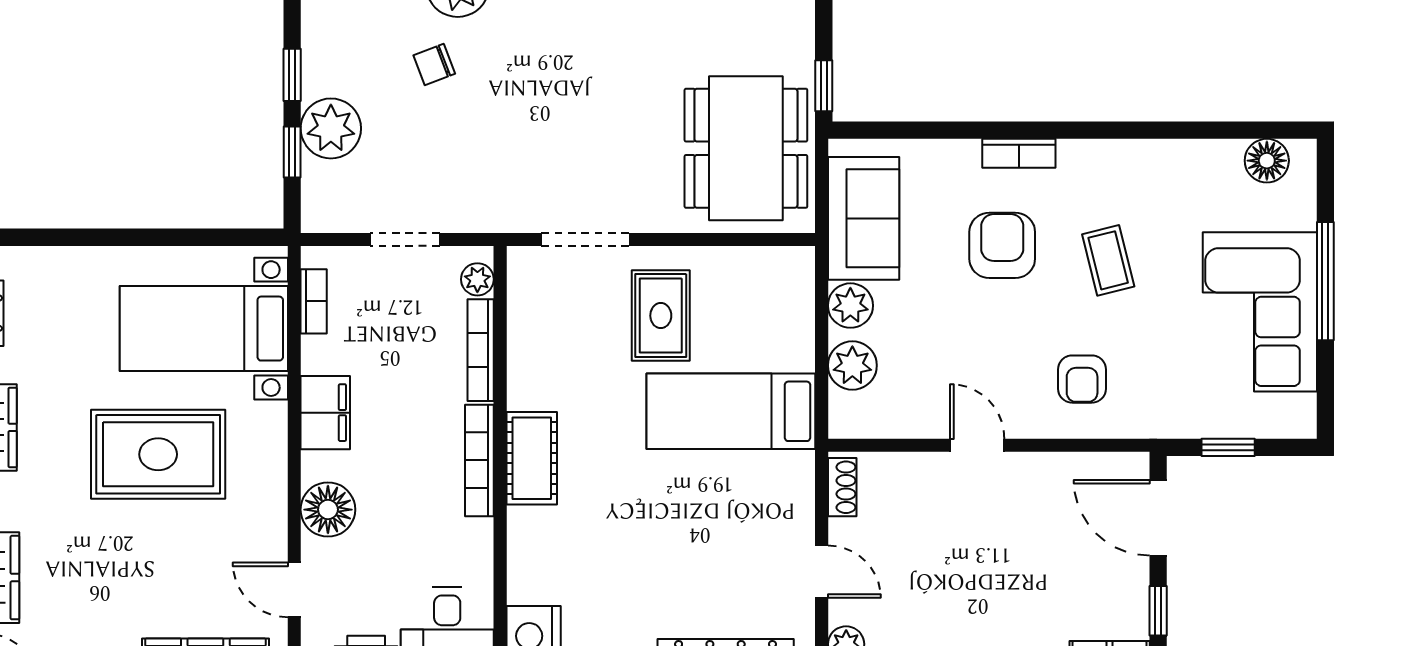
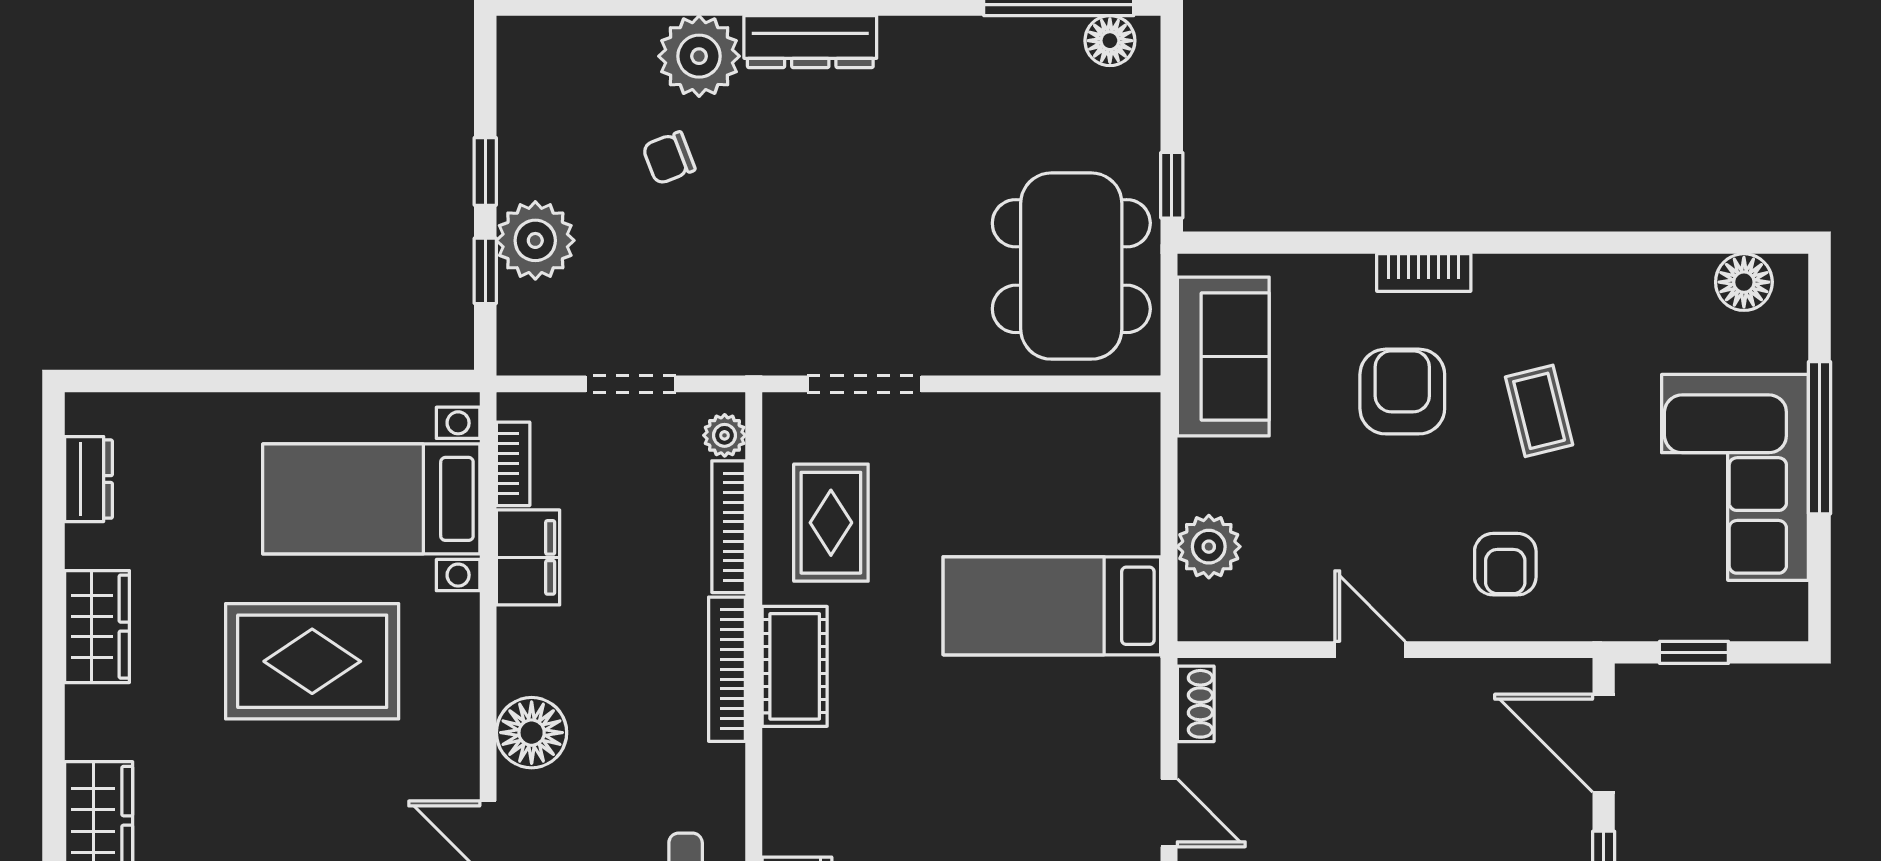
plant: (850, 306) -> (1206, 469), removed
rug: (661, 316) -> (831, 523), moved
filing cabinet: (325, 413) -> (528, 557), moved

